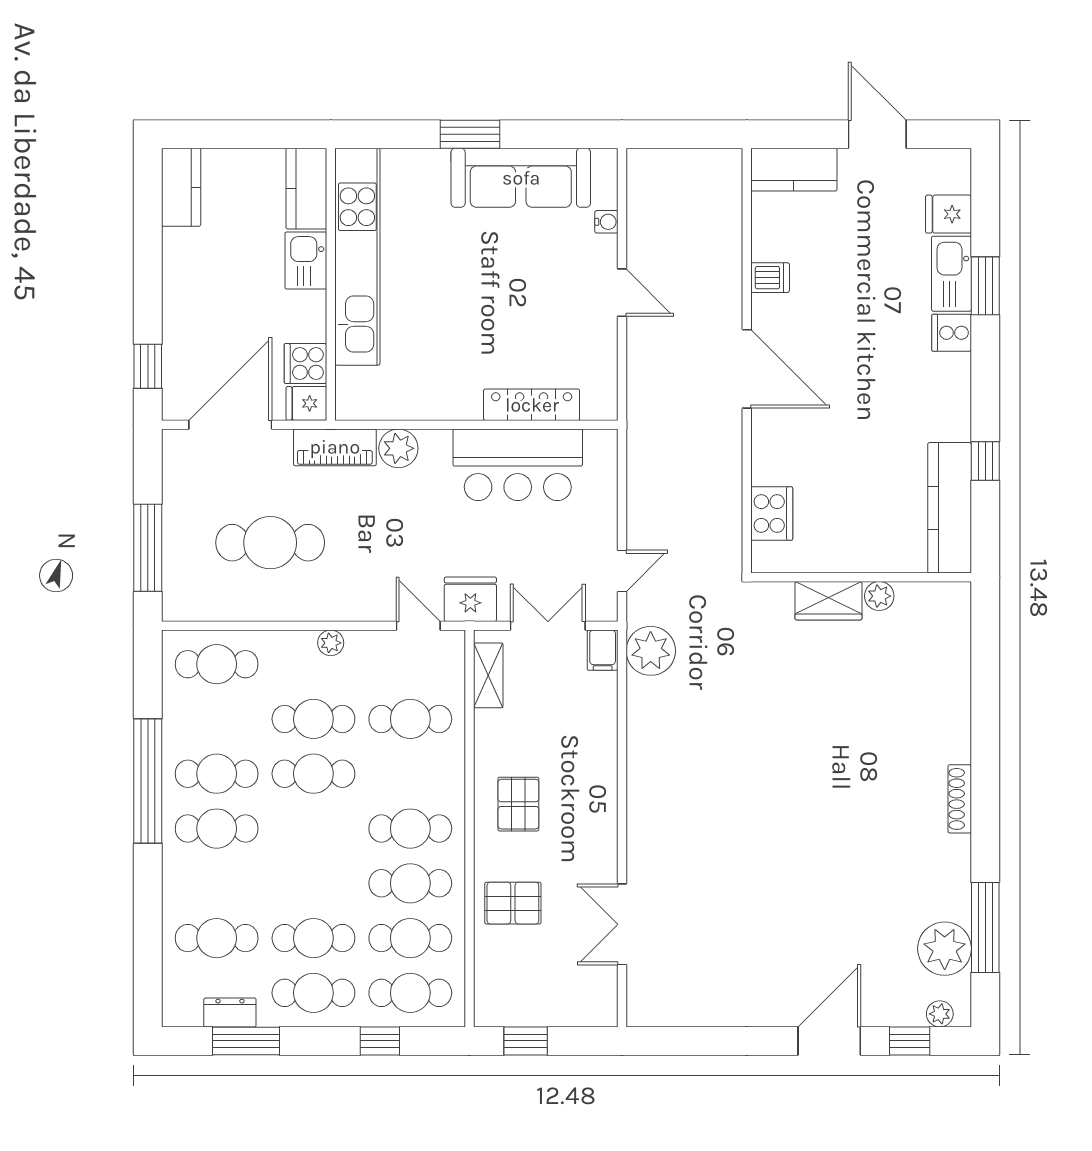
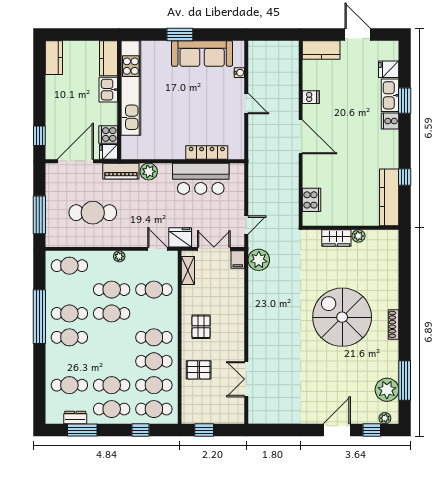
spiral stairs: (842, 782) -> (342, 317), added

